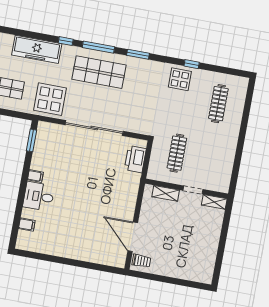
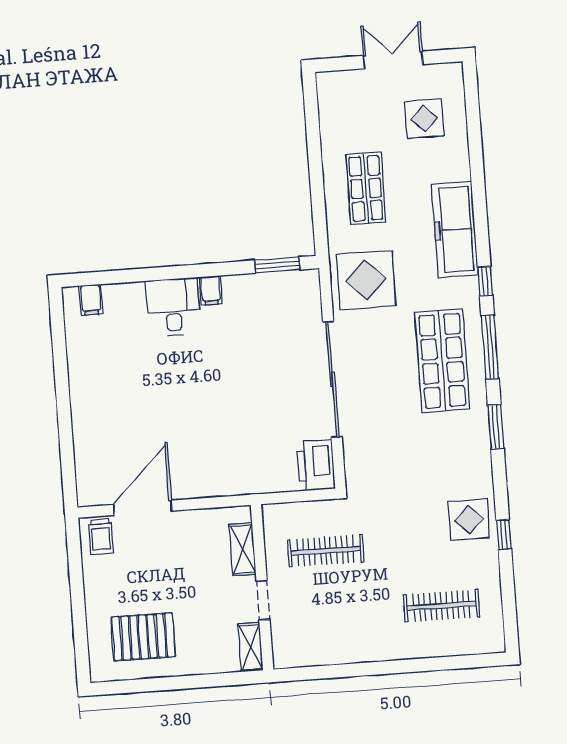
printer: (135, 159) -> (316, 465), moved, turned -90
filing cabinet: (27, 224) -> (91, 300), moved
pallet: (196, 253) -> (143, 637), added

